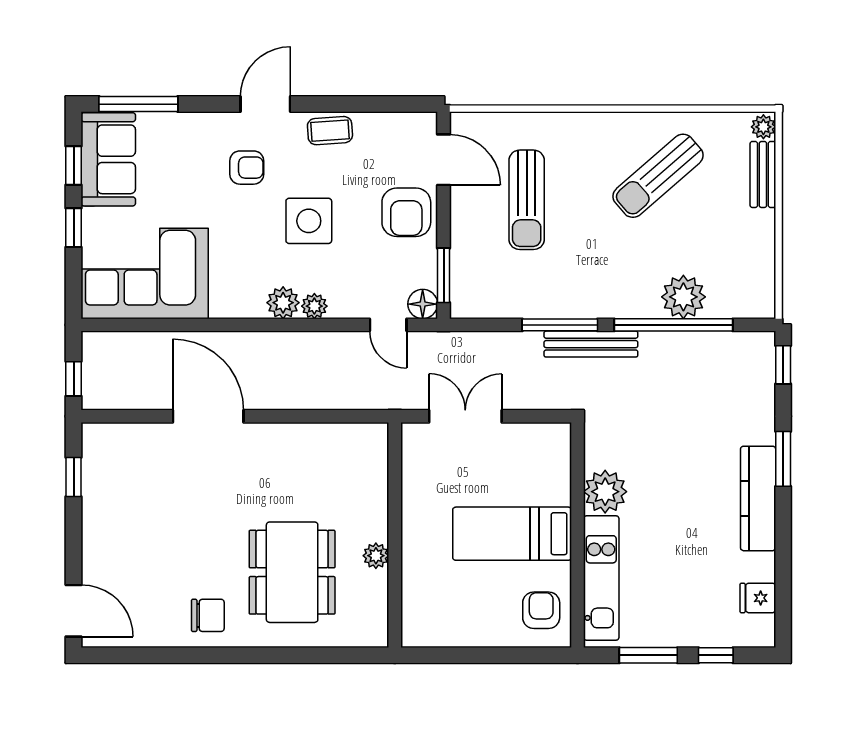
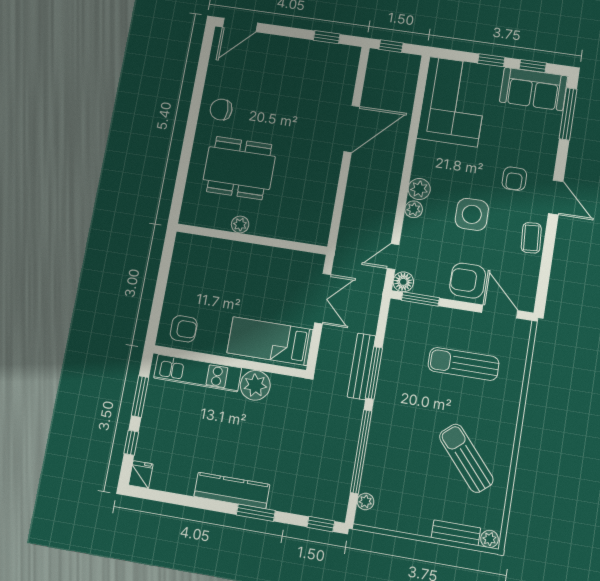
door: (444, 160) -> (500, 312), swing flipped
plant: (683, 297) -> (366, 501), moved, width x0.53, depth x0.53
bench: (591, 344) -> (361, 366), moved
bed: (512, 534) -> (270, 341), moved, turned -90
fridge: (758, 598) -> (141, 474), moved
chair: (208, 615) -> (221, 110), turned 90

